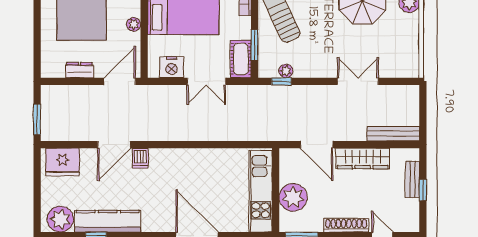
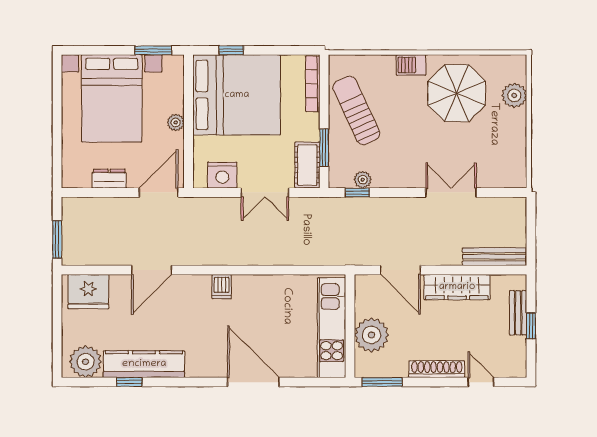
dishwasher: (140, 158) -> (222, 287), moved

